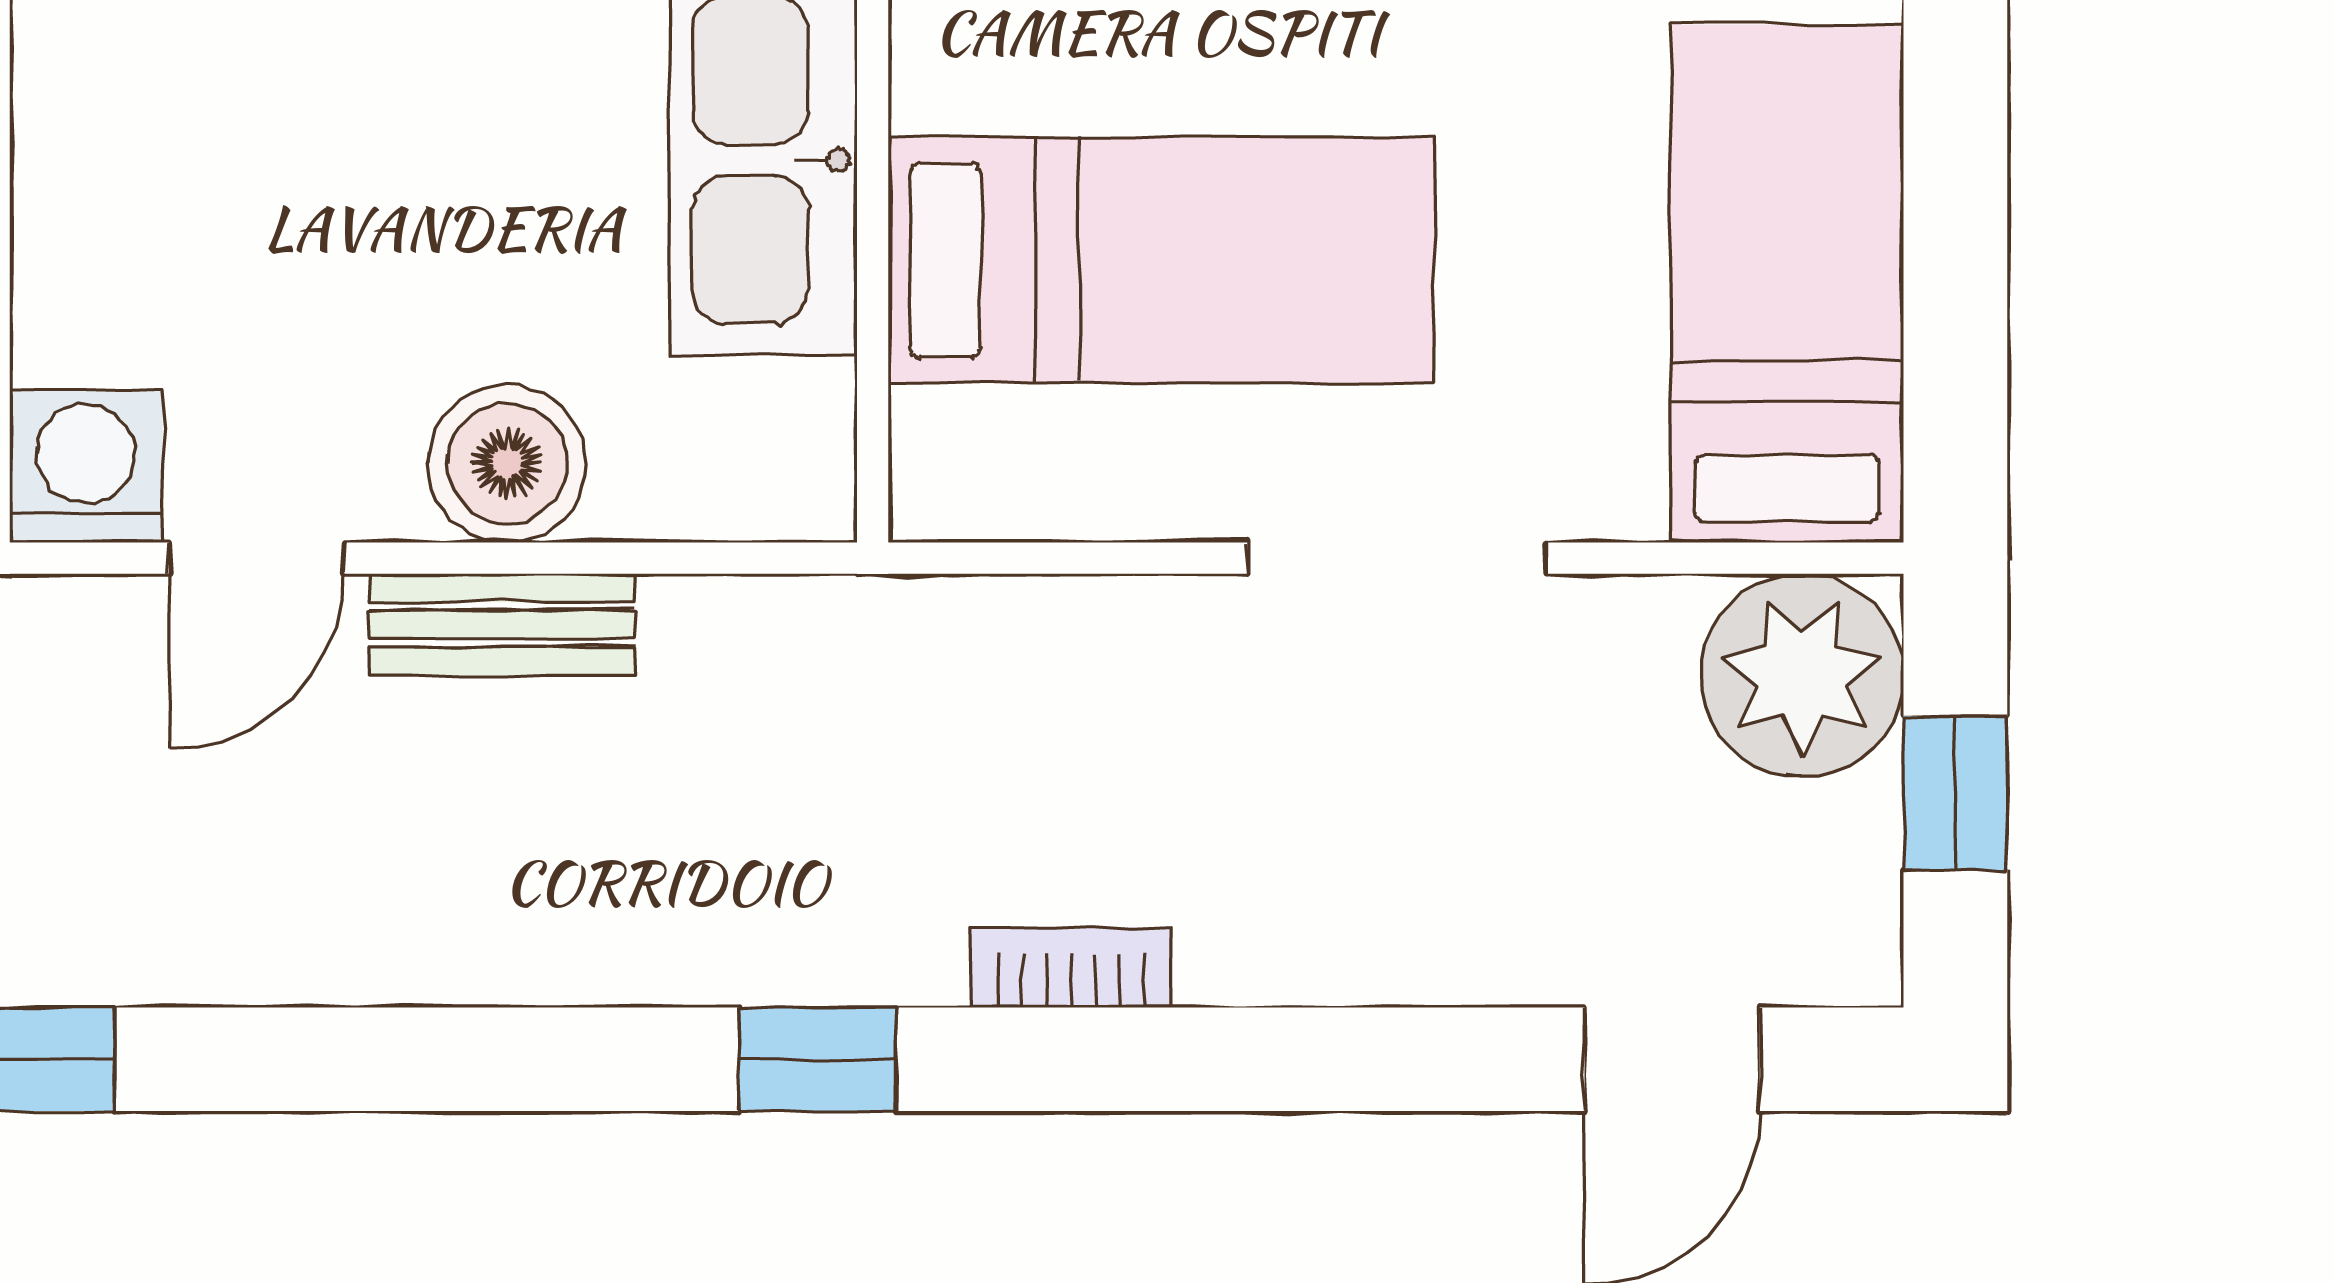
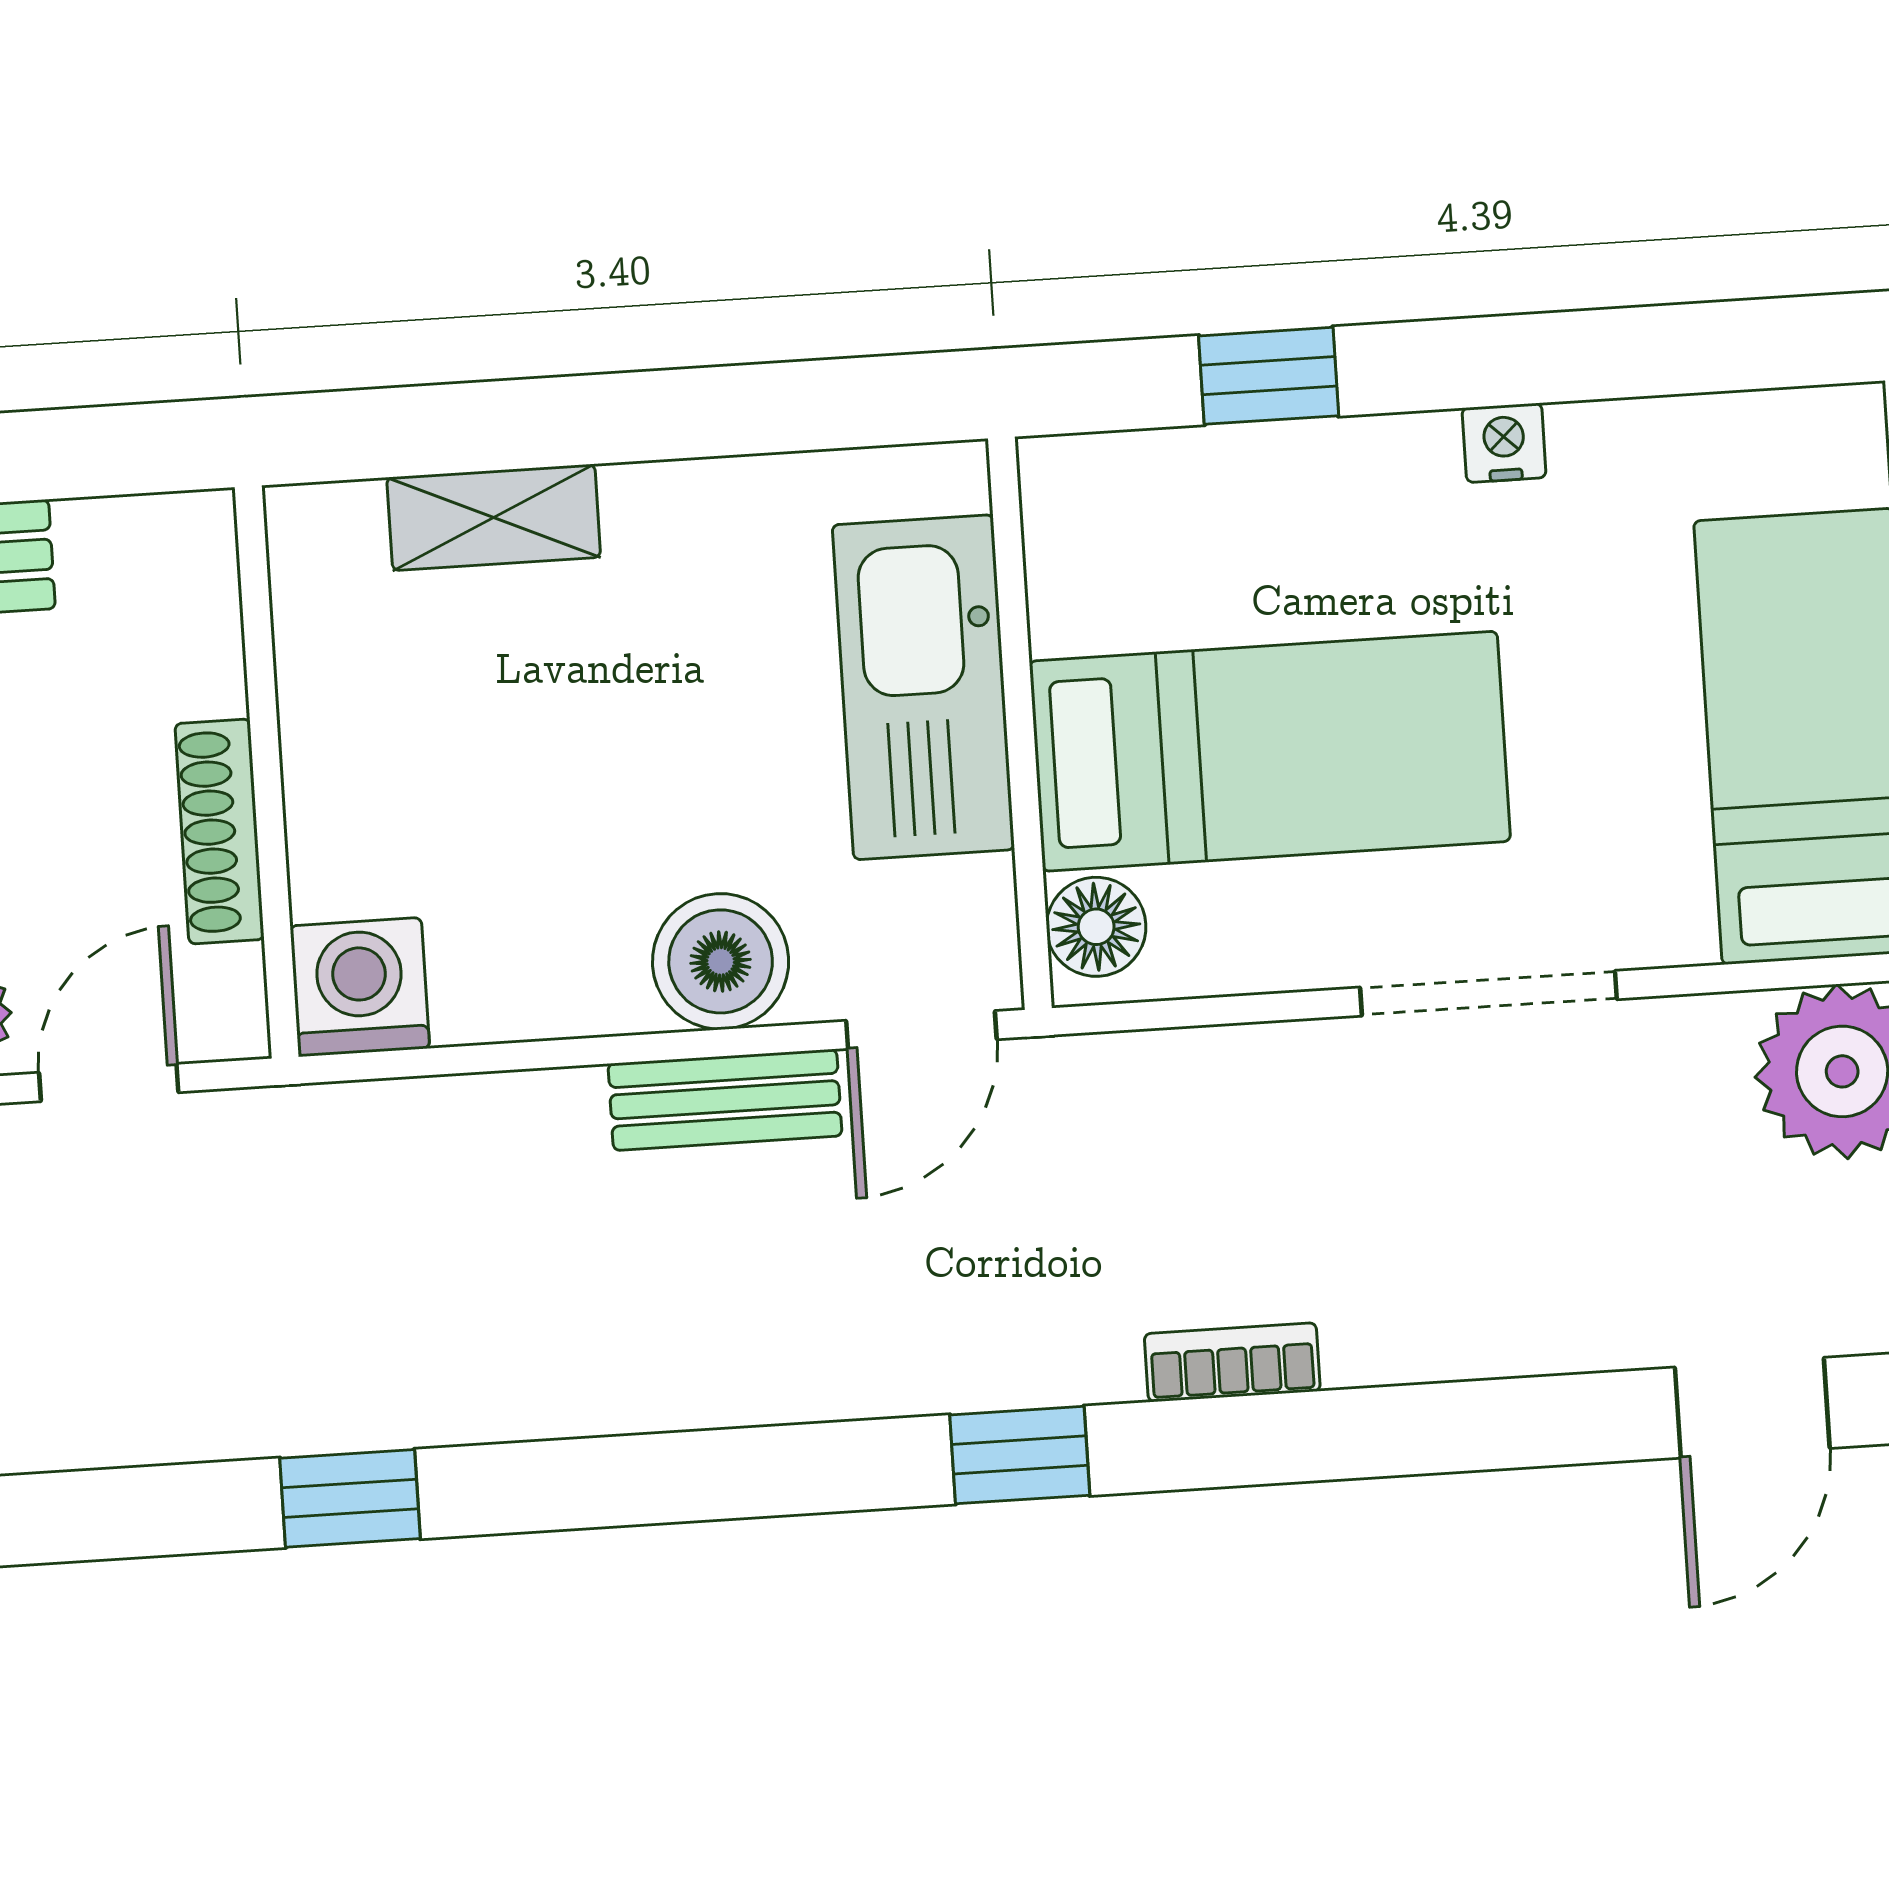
floor lamp: (946, 451) -> (1096, 927), added
door: (257, 558) -> (921, 1030), moved

